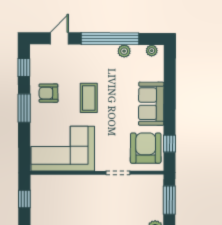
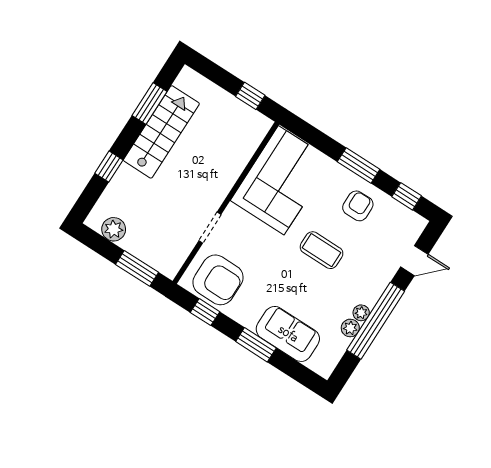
door: (59, 38) -> (414, 261), hinge flipped
plant: (152, 51) -> (361, 313), moved
window: (170, 101) -> (256, 345), added
sofa: (151, 104) -> (288, 334), moved

